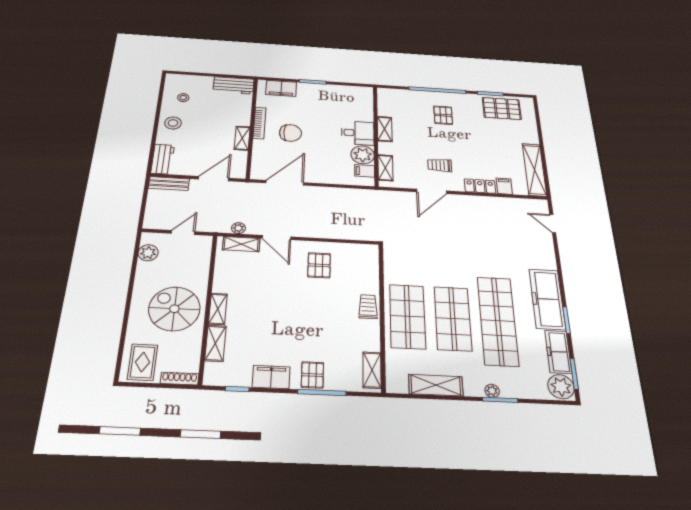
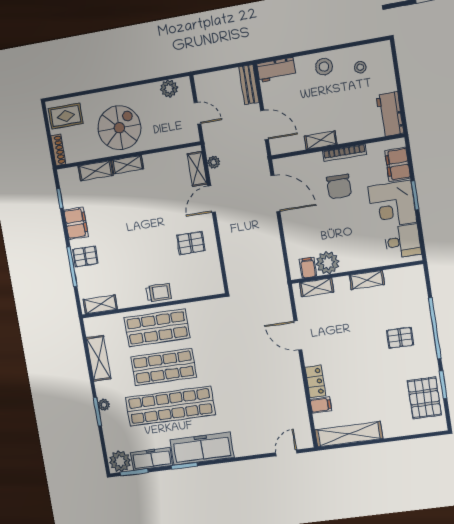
corner desk: (317, 98) -> (392, 204), added
desk: (358, 133) -> (403, 241), moved, turned -90
trolley: (440, 165) -> (332, 340), removed

